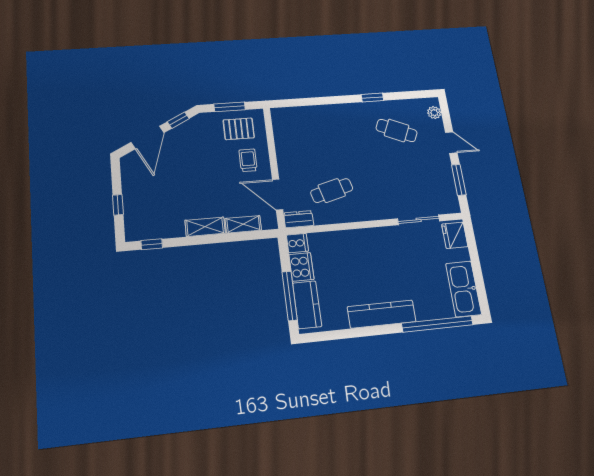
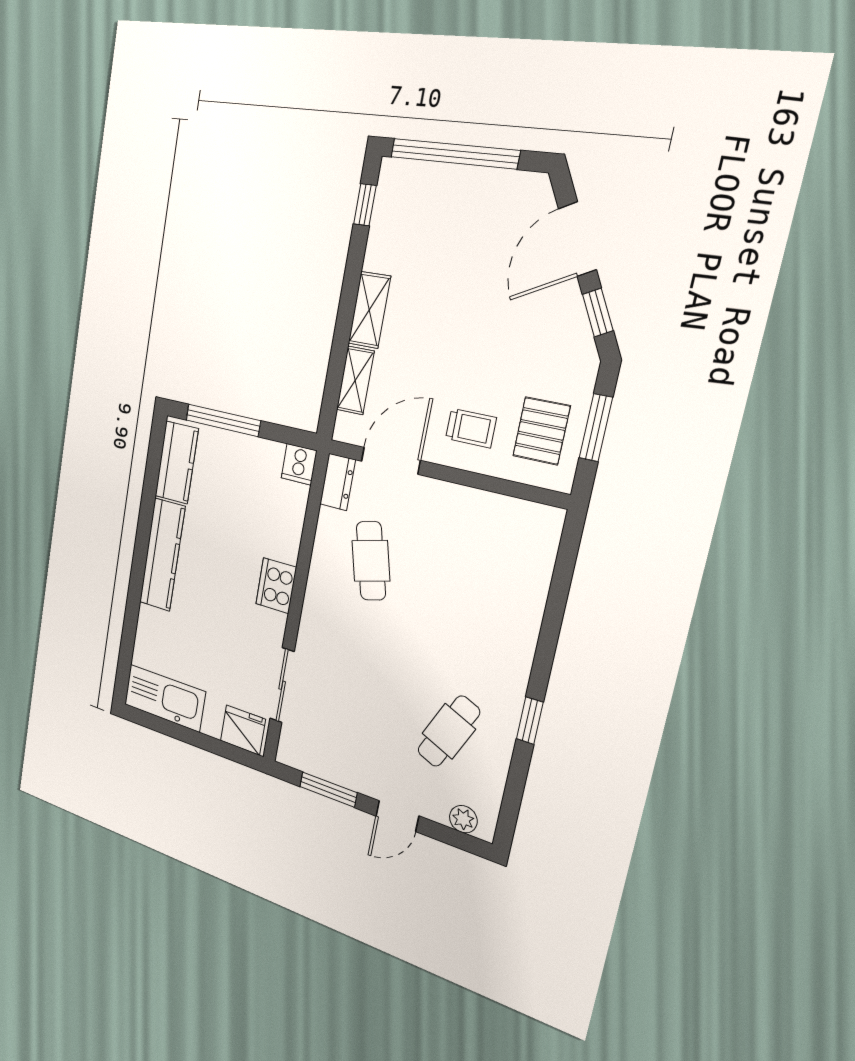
door: (147, 137) -> (577, 239), hinge flipped
window: (118, 205) -> (454, 154), width x3.17
cooker: (301, 267) -> (276, 586), moved, turned 90
kitchen counter: (307, 305) -> (177, 462), moved, turned -90
window: (437, 324) -> (129, 632), removed

